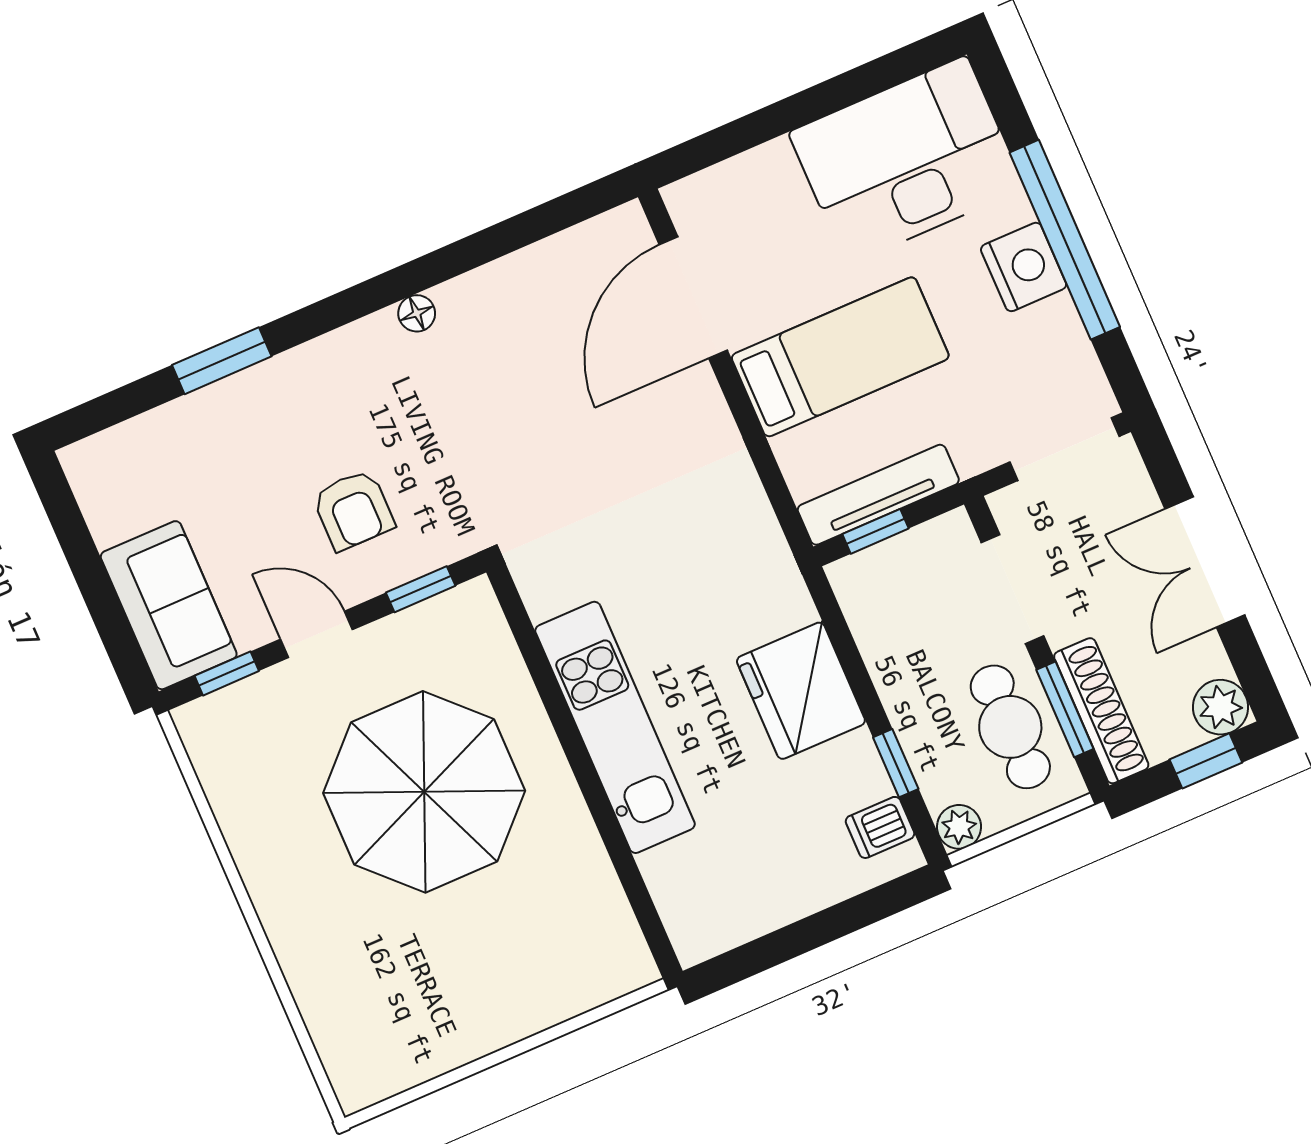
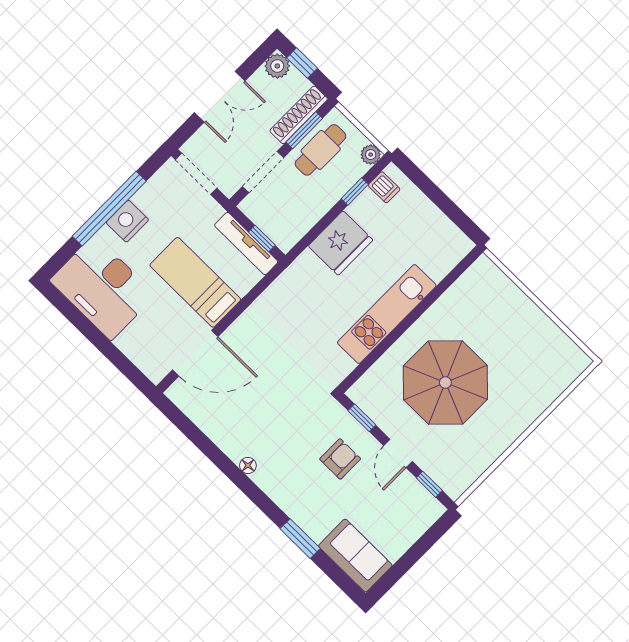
sofa: (169, 605) -> (355, 556), moved, turned 90

